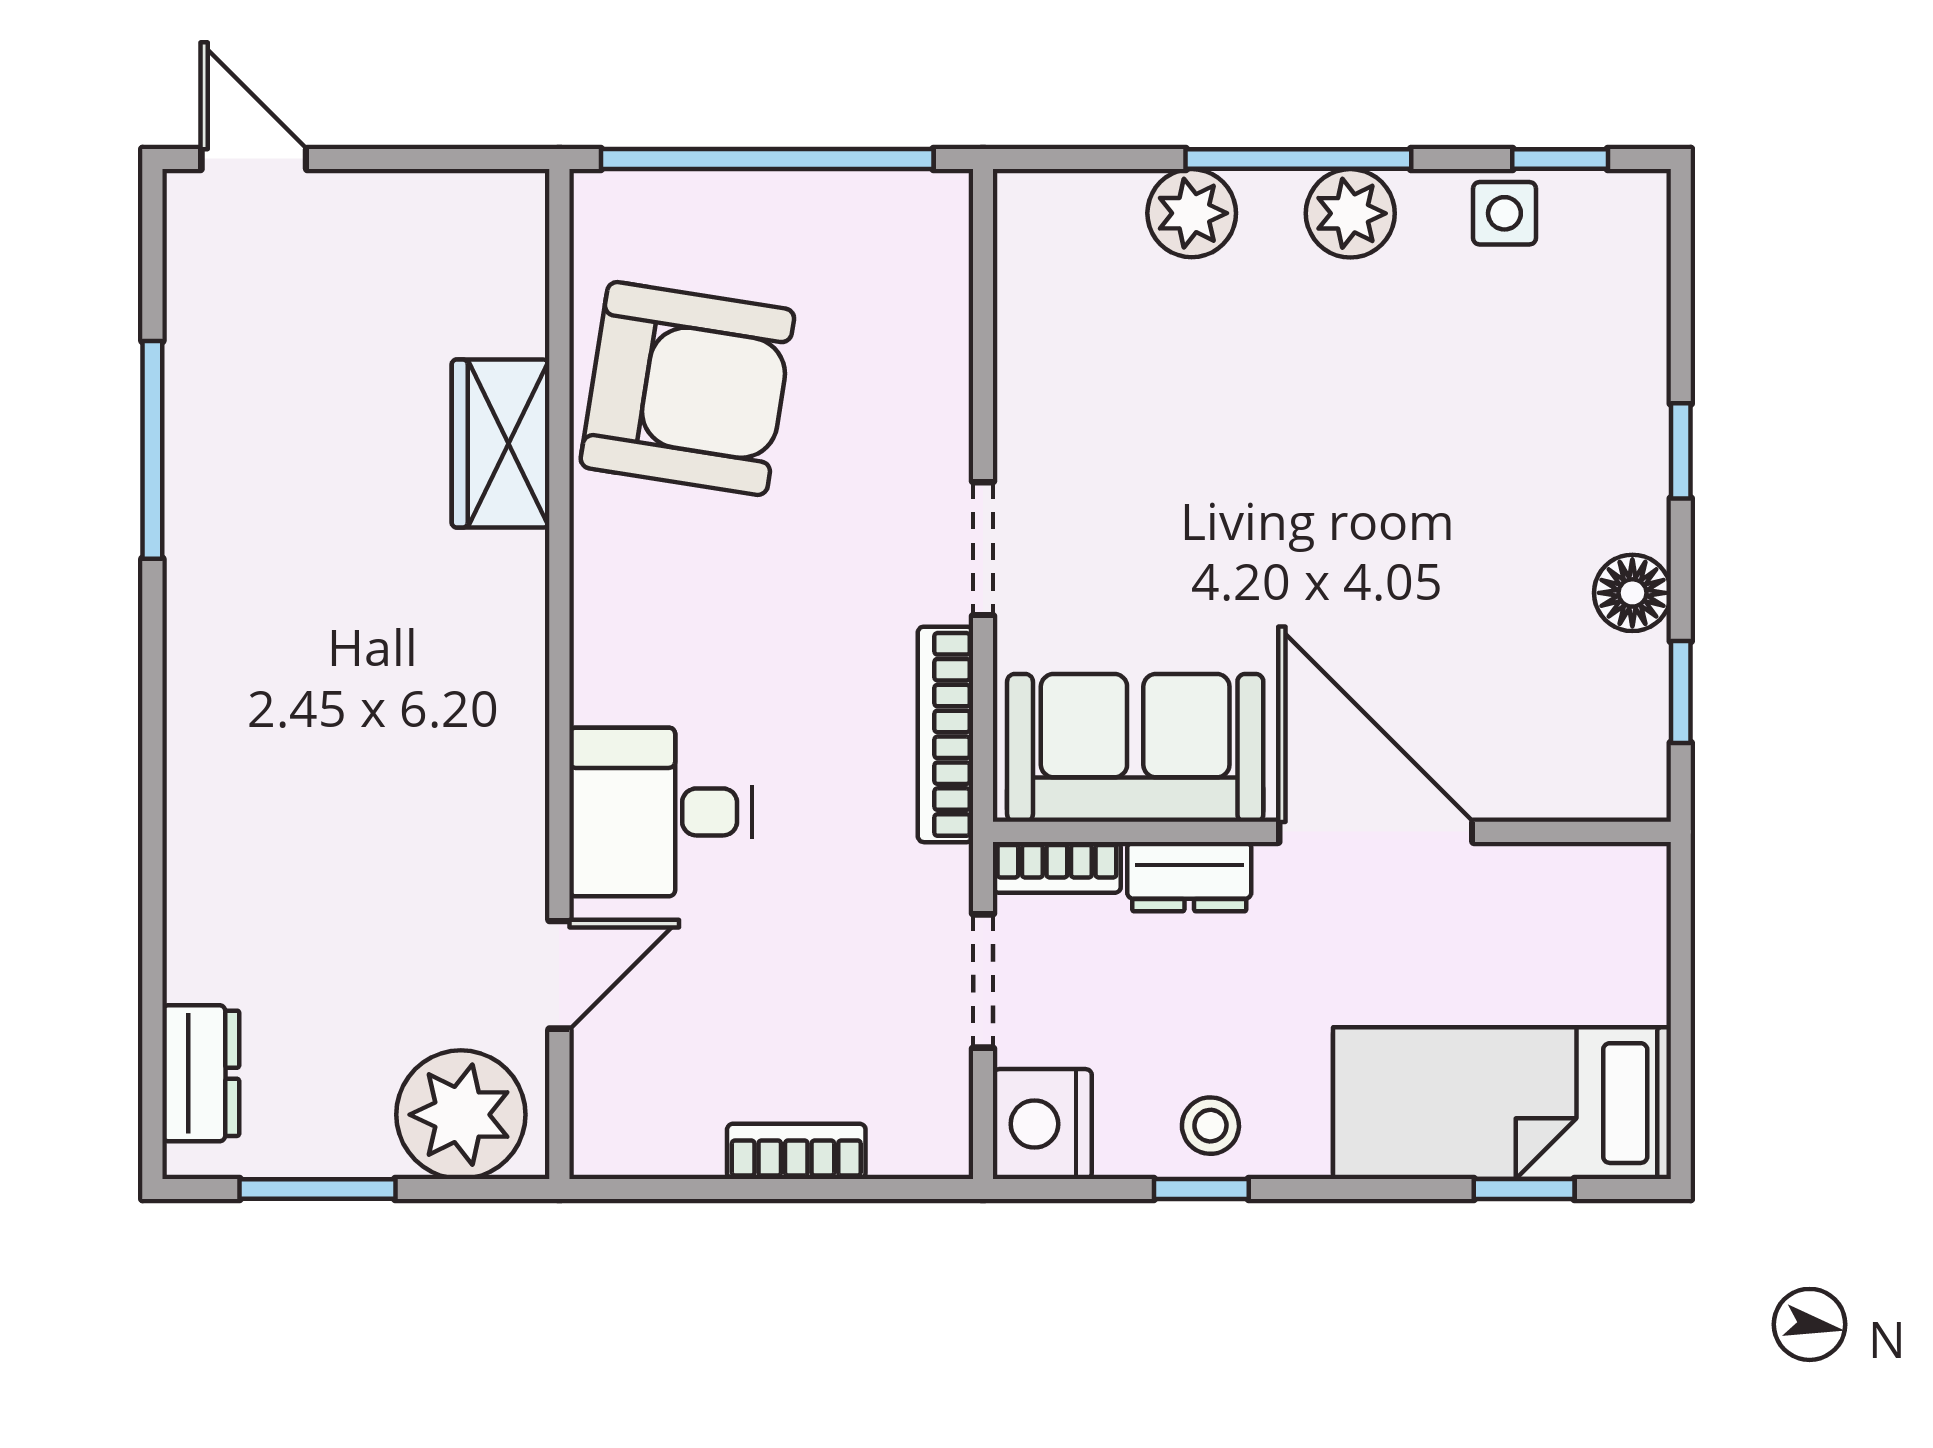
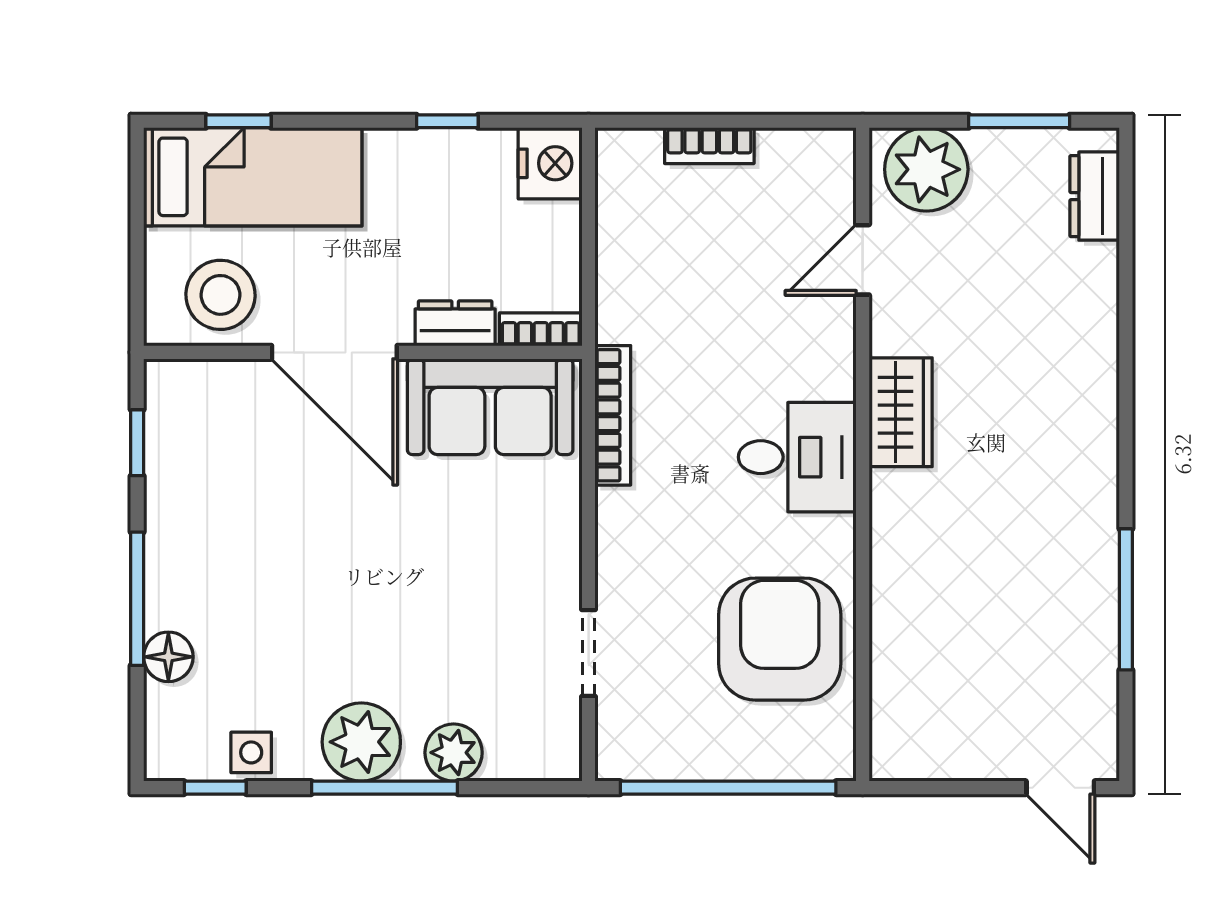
plant: (1350, 213) -> (361, 742), width x1.36, depth x1.36
armchair: (687, 389) -> (780, 639), turned 81
wardrobe: (501, 444) -> (901, 412), moved
window: (1681, 451) -> (137, 599), width x2.17
doorway: (983, 549) -> (589, 653), moved
floor lamp: (1632, 593) -> (168, 657), moved
desk: (660, 812) -> (797, 457), moved
doorway: (983, 981) -> (589, 256), removed
stool: (1210, 1126) -> (220, 295), moved, width x1.89, depth x1.89

